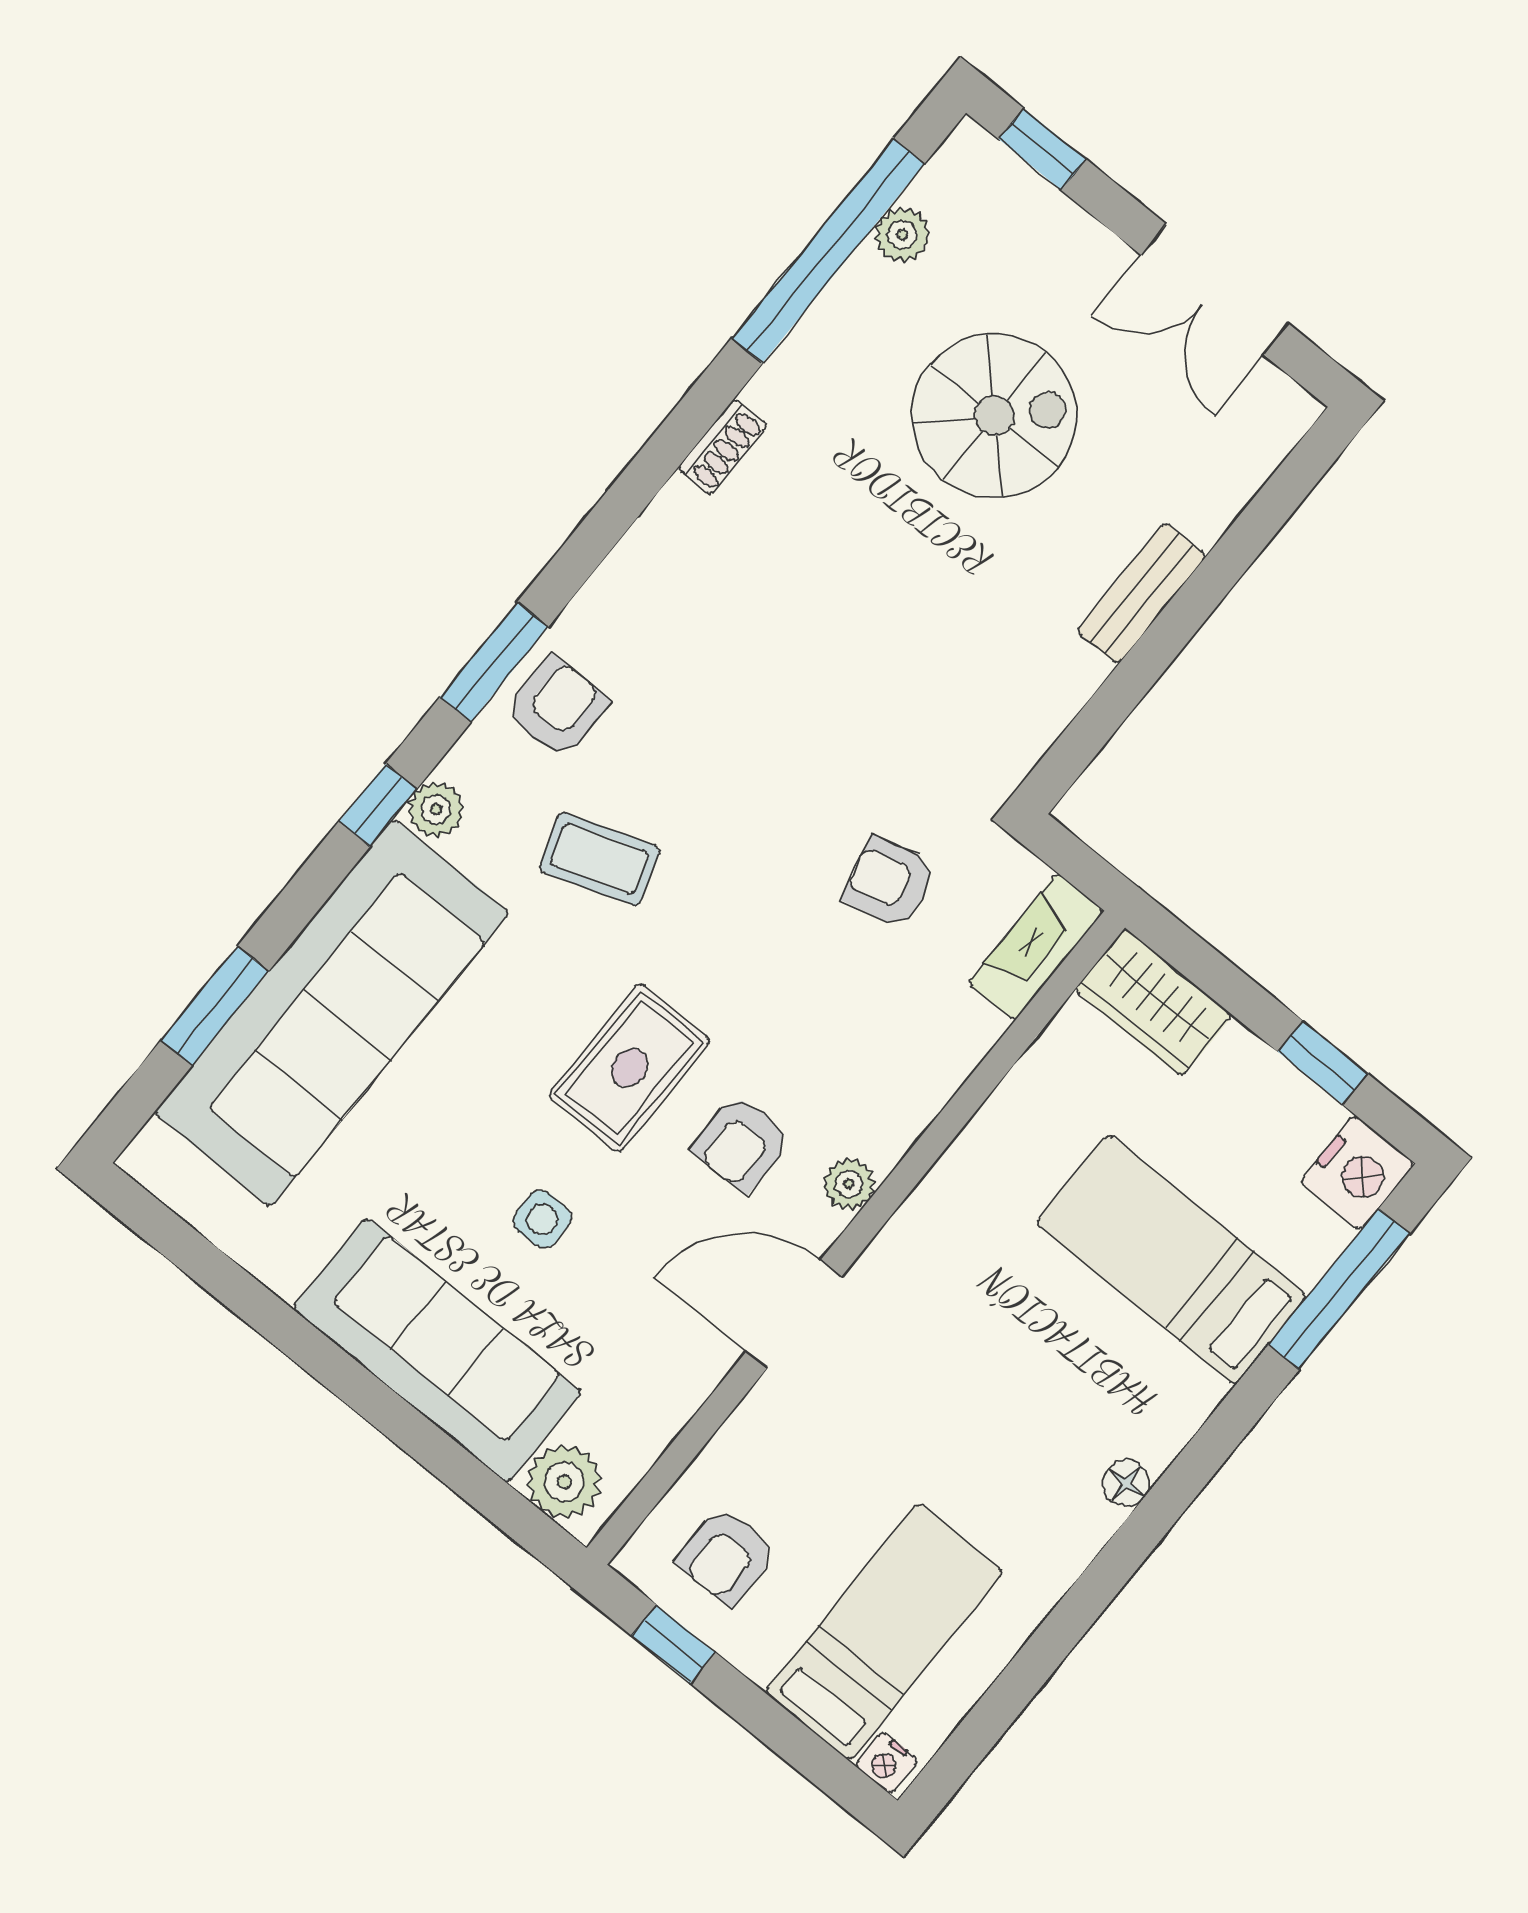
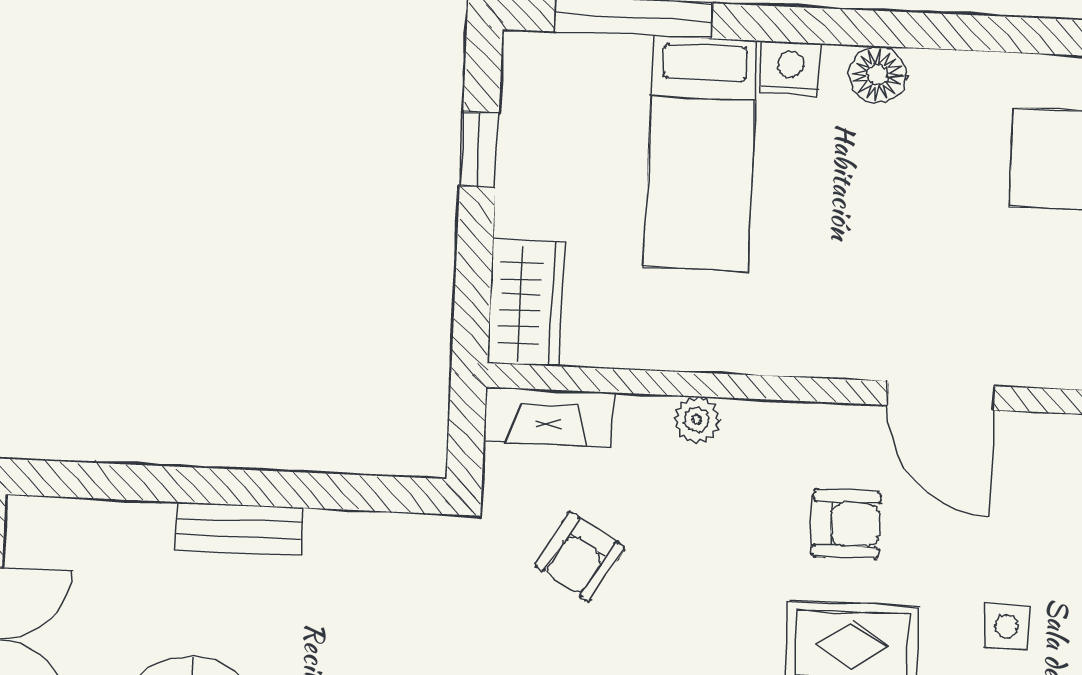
armchair: (889, 882) -> (580, 557), turned 45
nightstand: (1357, 1173) -> (790, 69), moved, width x0.74, depth x0.75
plant: (849, 1184) -> (697, 420), moved
floor lamp: (1126, 1483) -> (878, 75), width x1.37, depth x1.37

